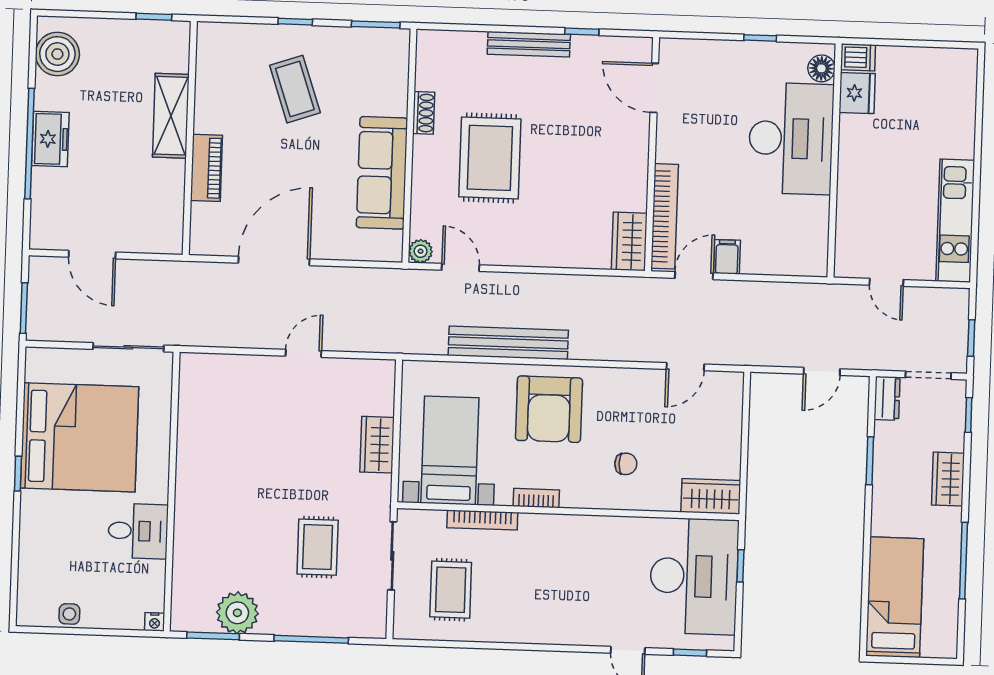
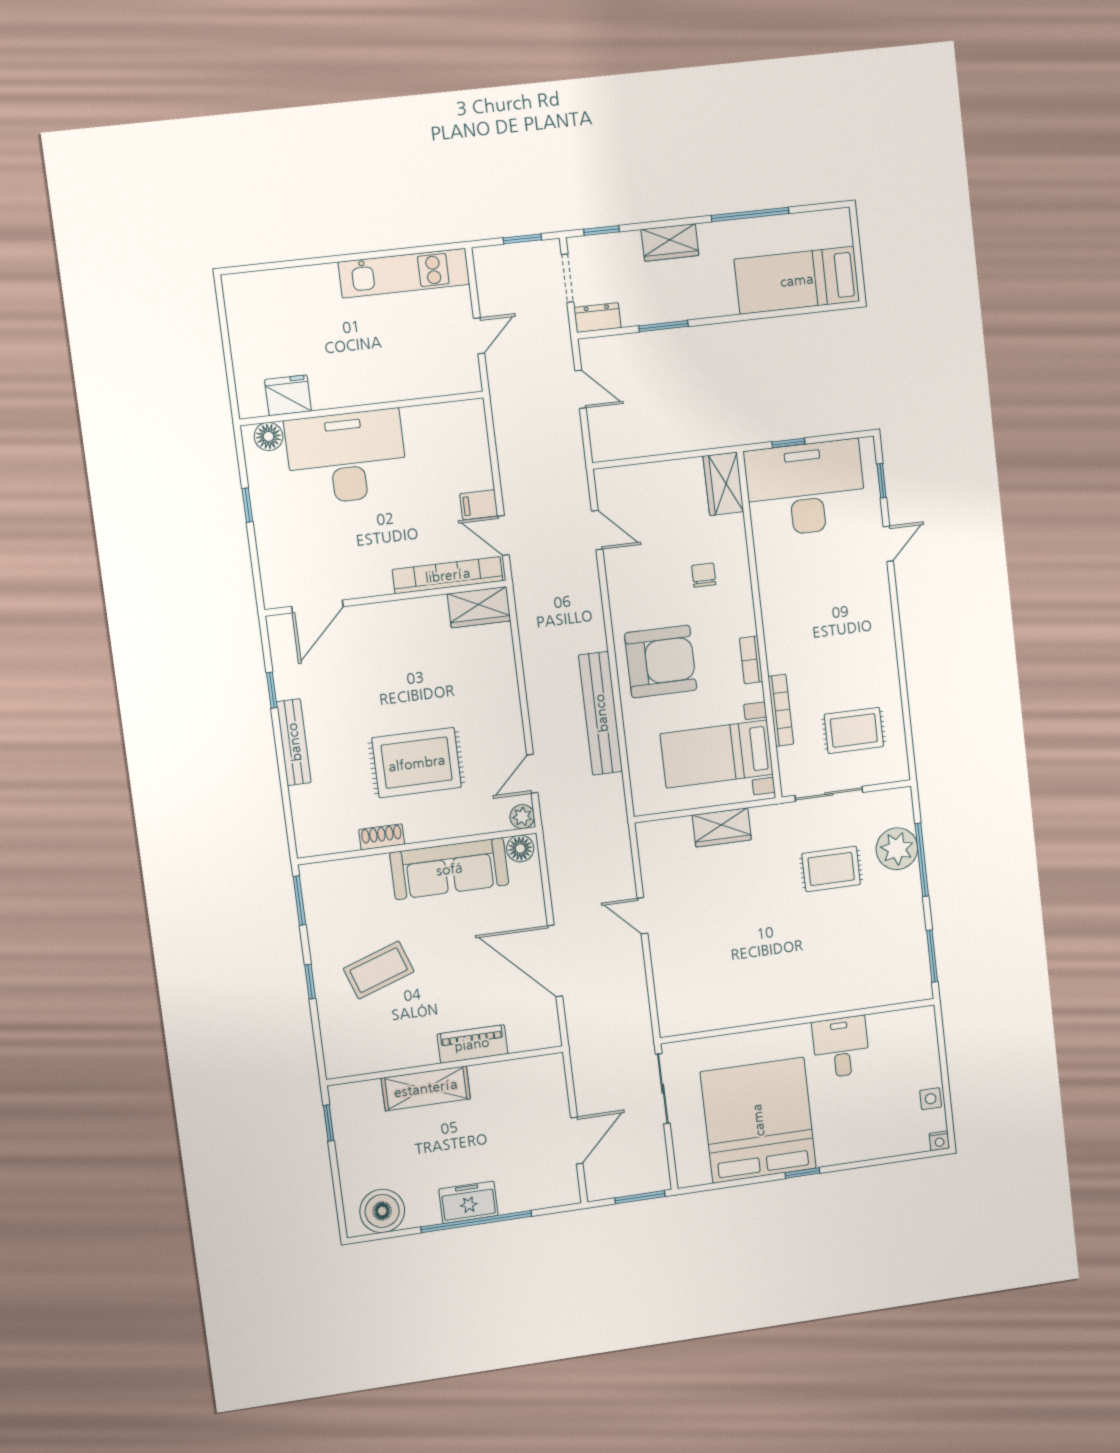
dishwasher: (858, 57) -> (251, 400), removed
floor lamp: (390, 244) -> (520, 849), added
plant: (237, 613) -> (897, 849), moved
nightstand: (155, 622) -> (939, 1141), moved, turned 90

